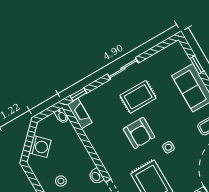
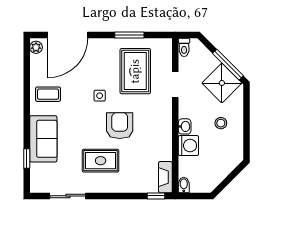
sliding door: (123, 69) -> (68, 196), moved
washing machine: (40, 147) -> (188, 146), moved, turned 135
washbasin: (96, 176) -> (185, 126), moved

